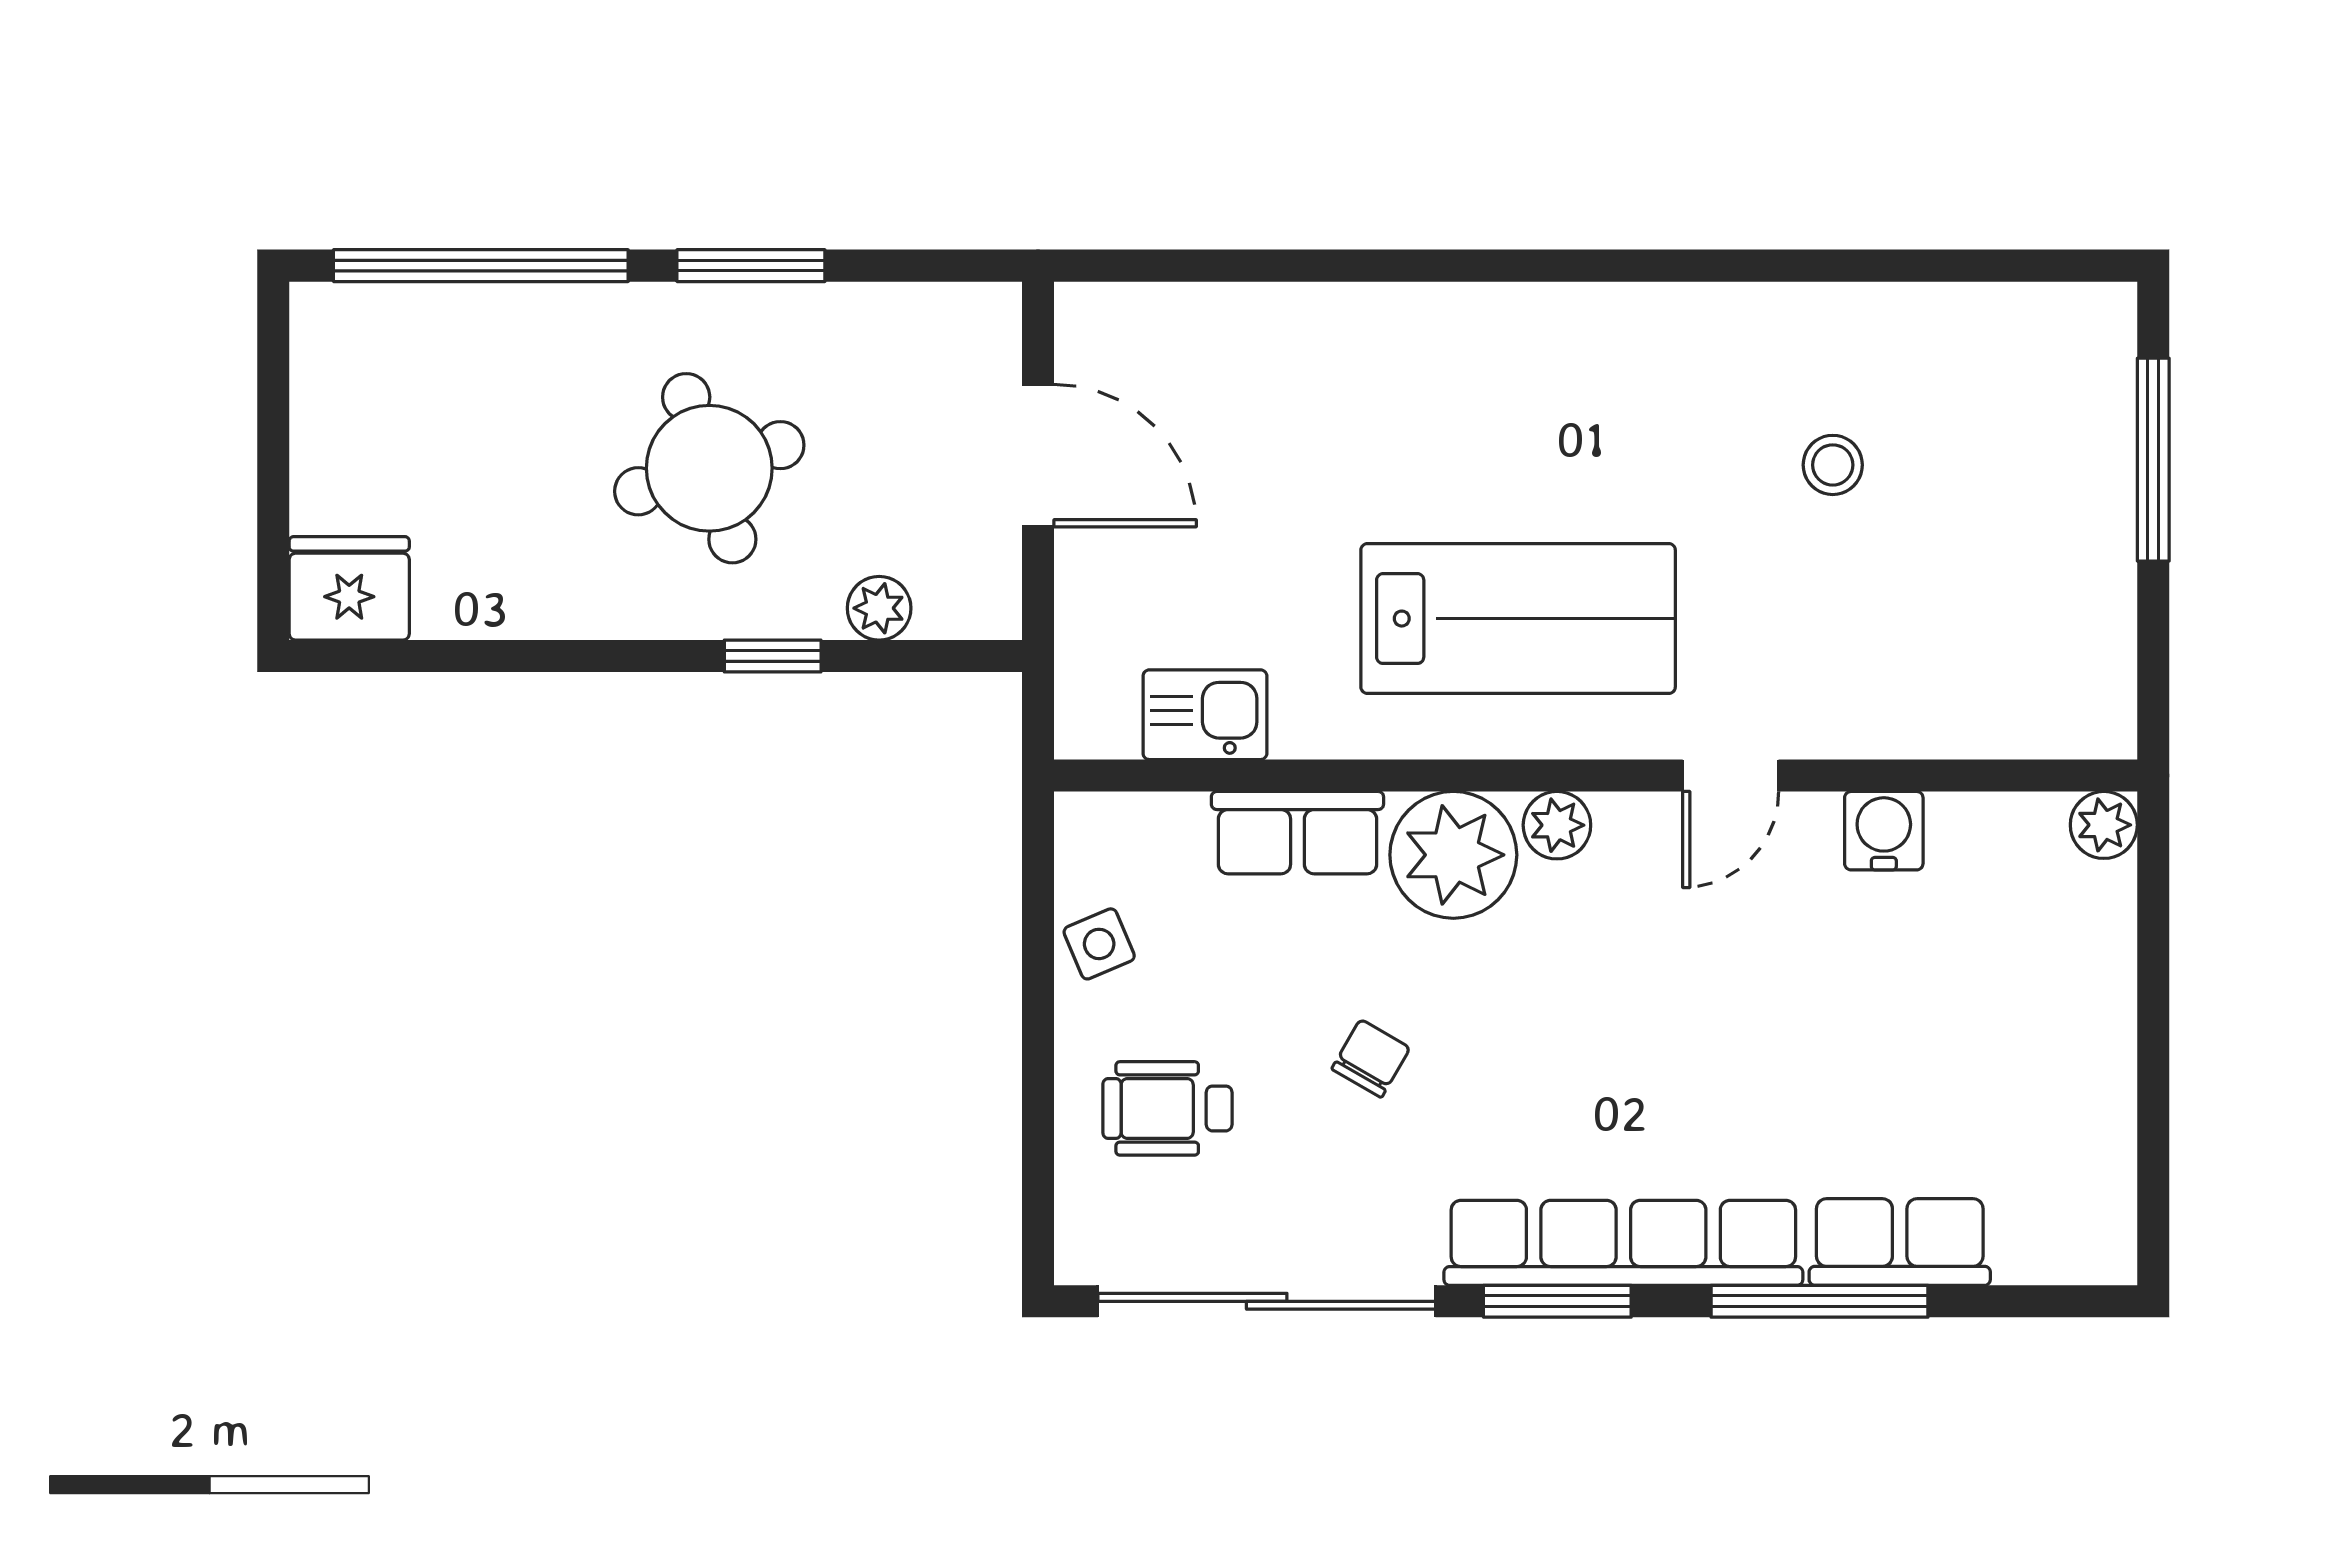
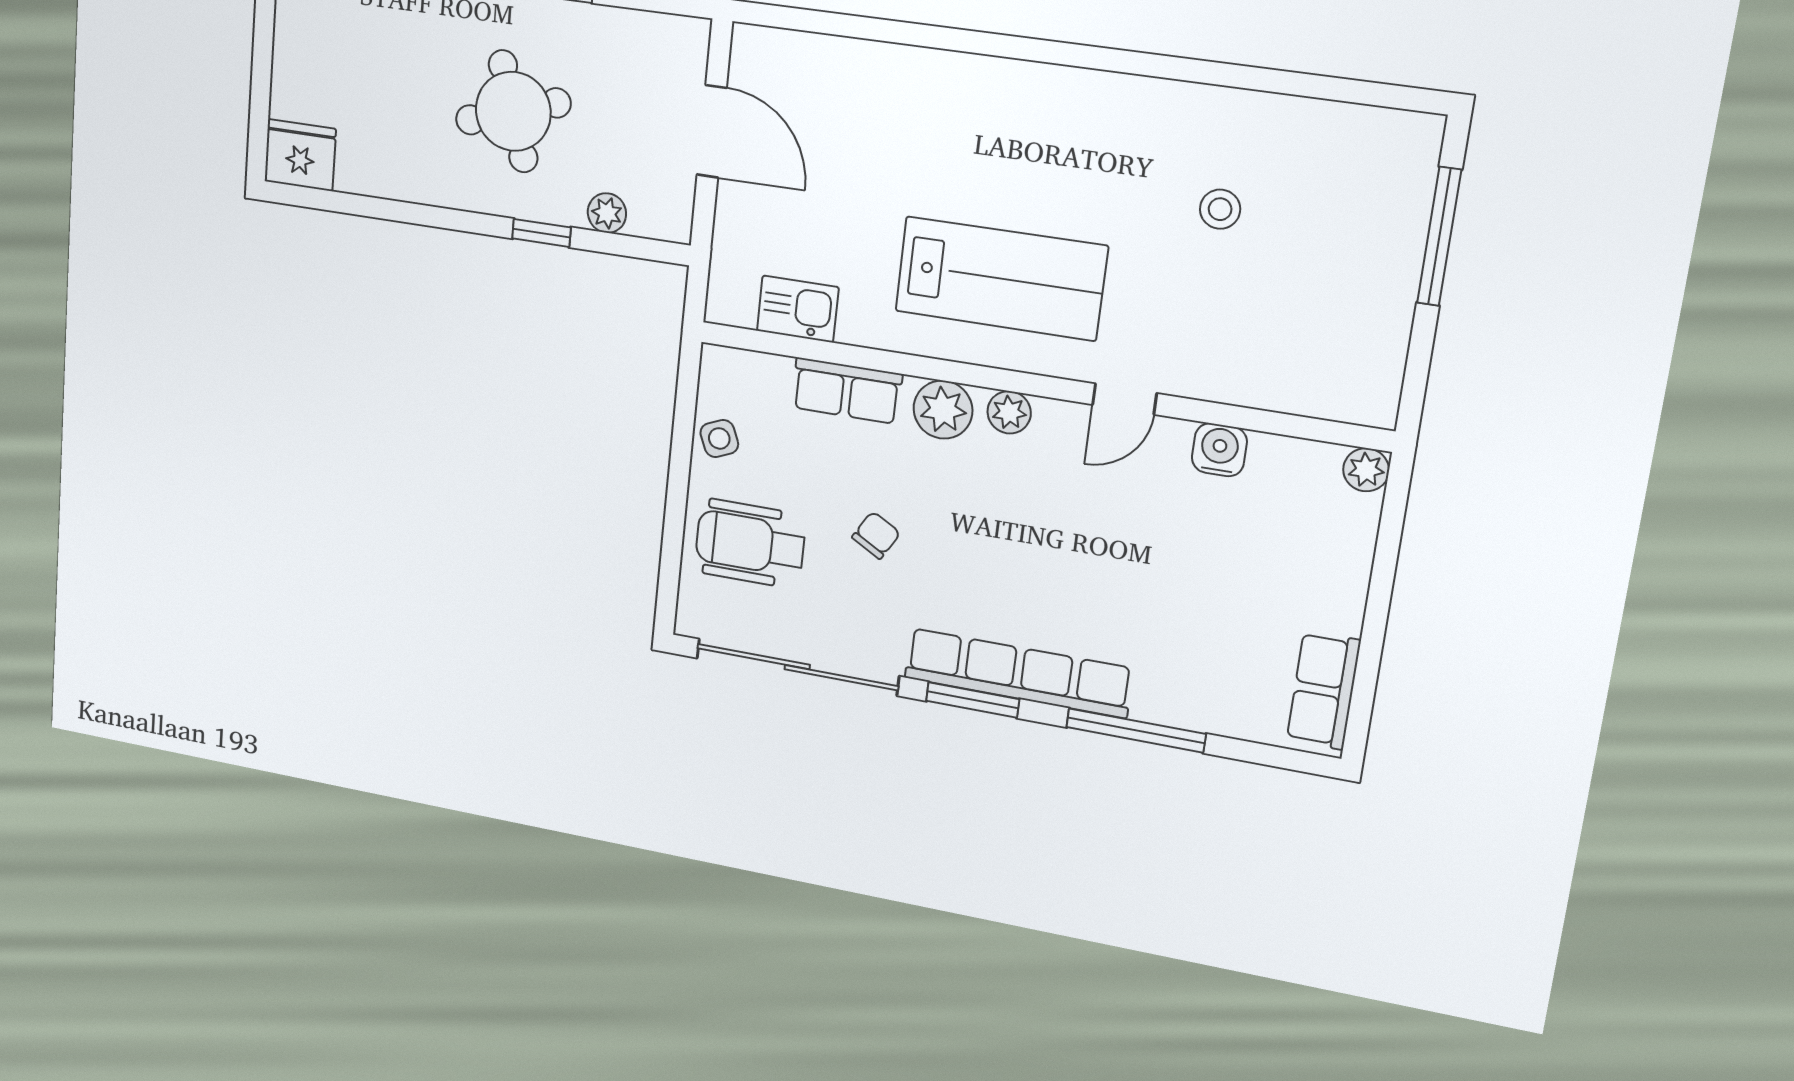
plant: (1453, 855) -> (943, 410), width x0.73, depth x0.73
wheelchair: (1167, 1108) -> (750, 543), width x1.36, depth x1.37
row of seats: (1900, 1242) -> (1324, 690), moved, turned -90

